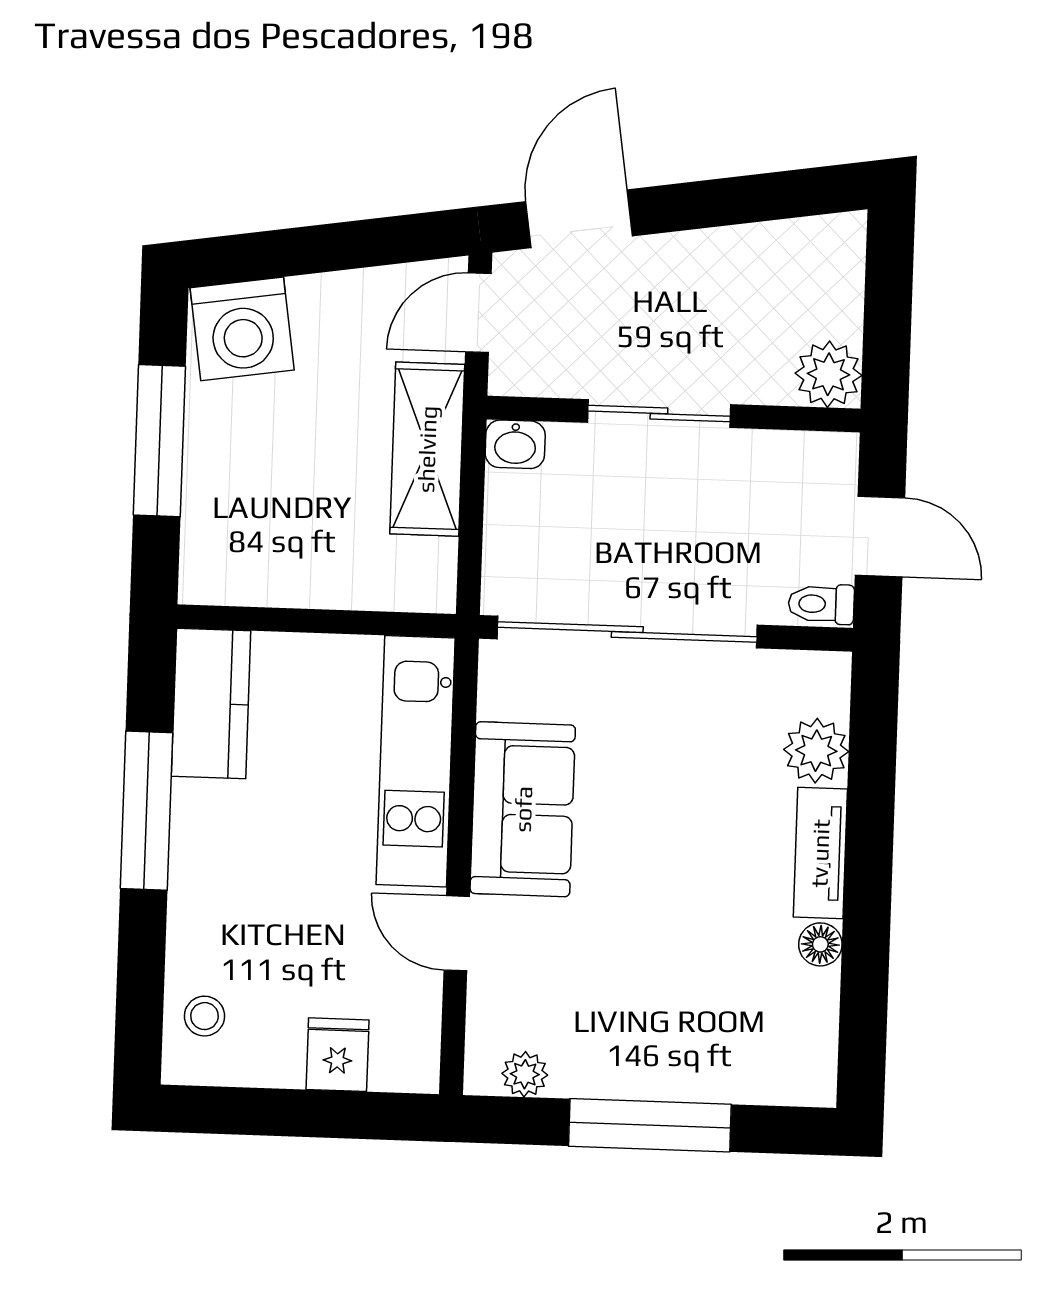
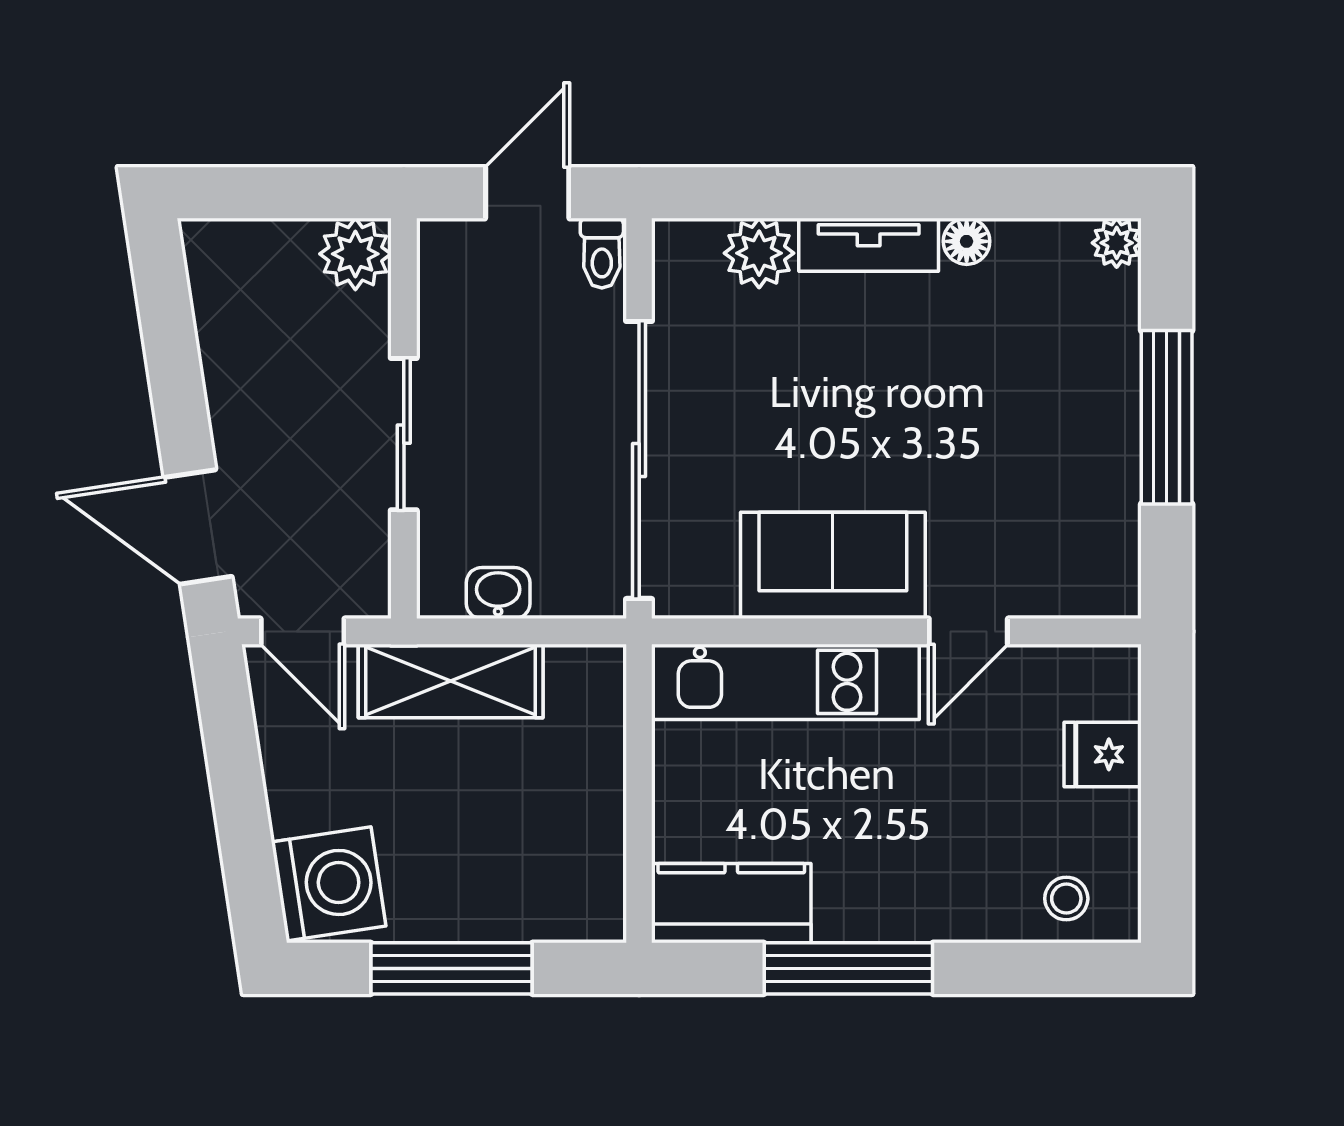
washbasin: (515, 444) -> (498, 593), moved, turned -90
plant: (525, 1074) -> (1117, 243), moved

